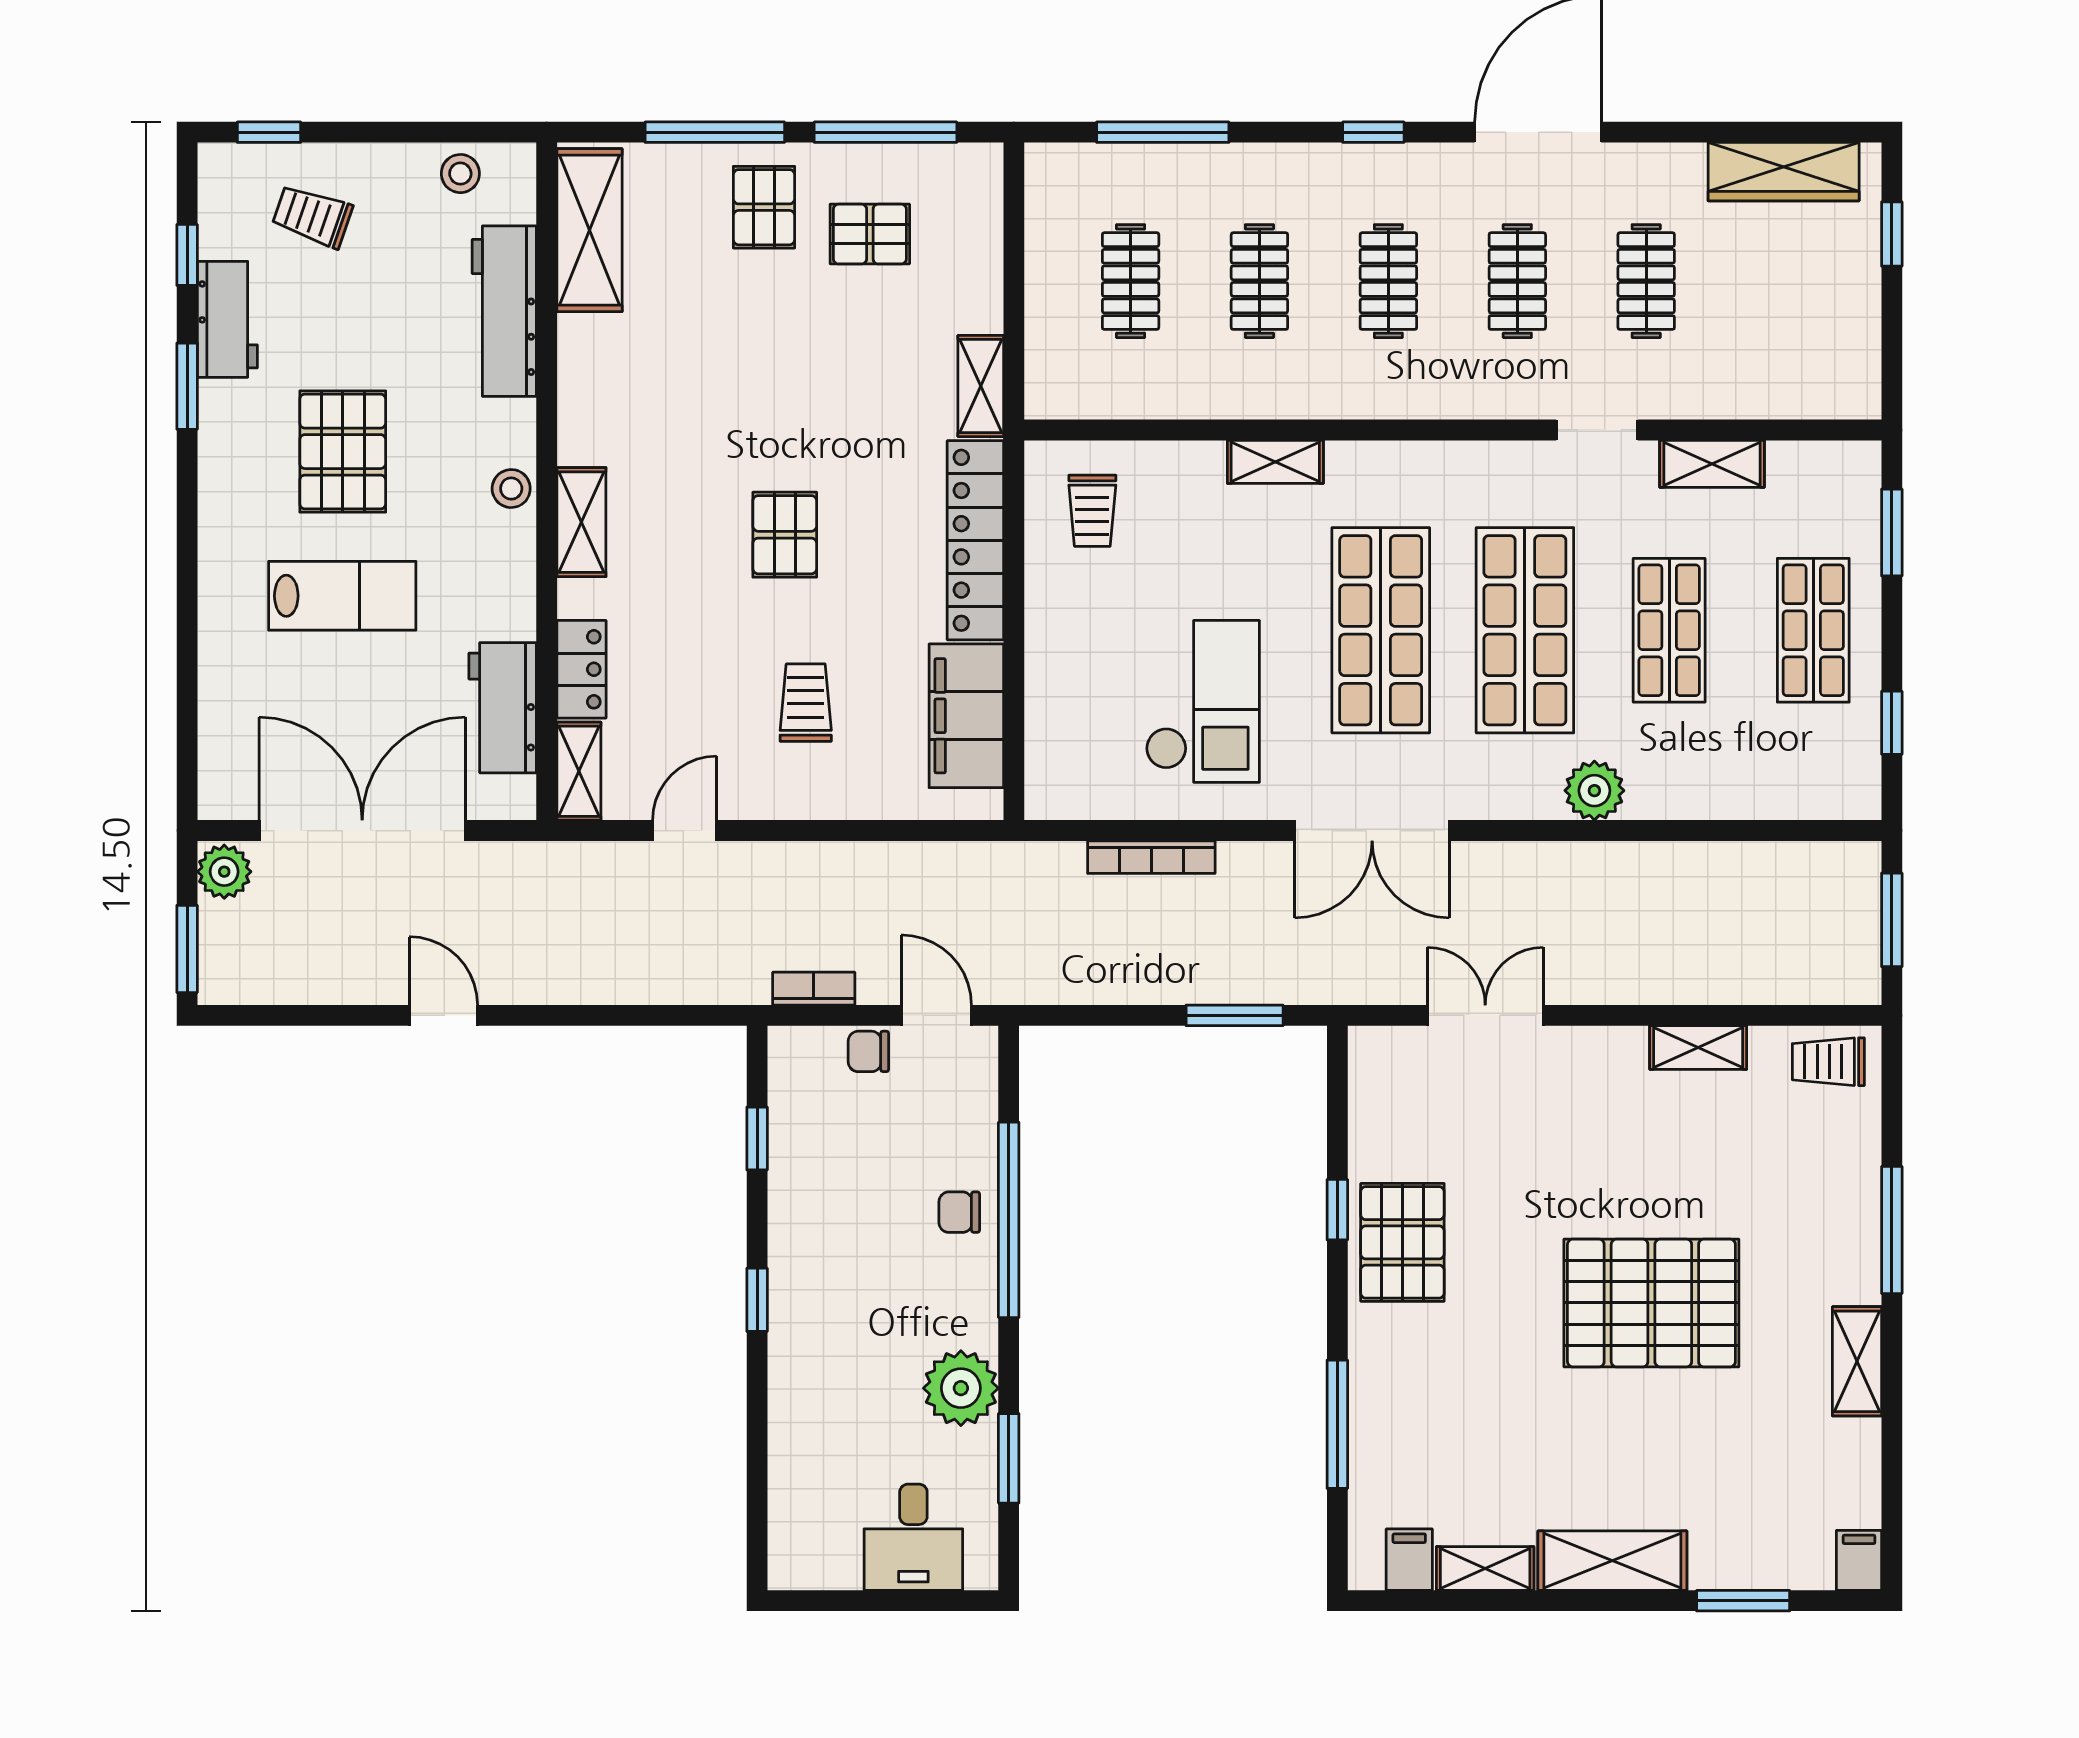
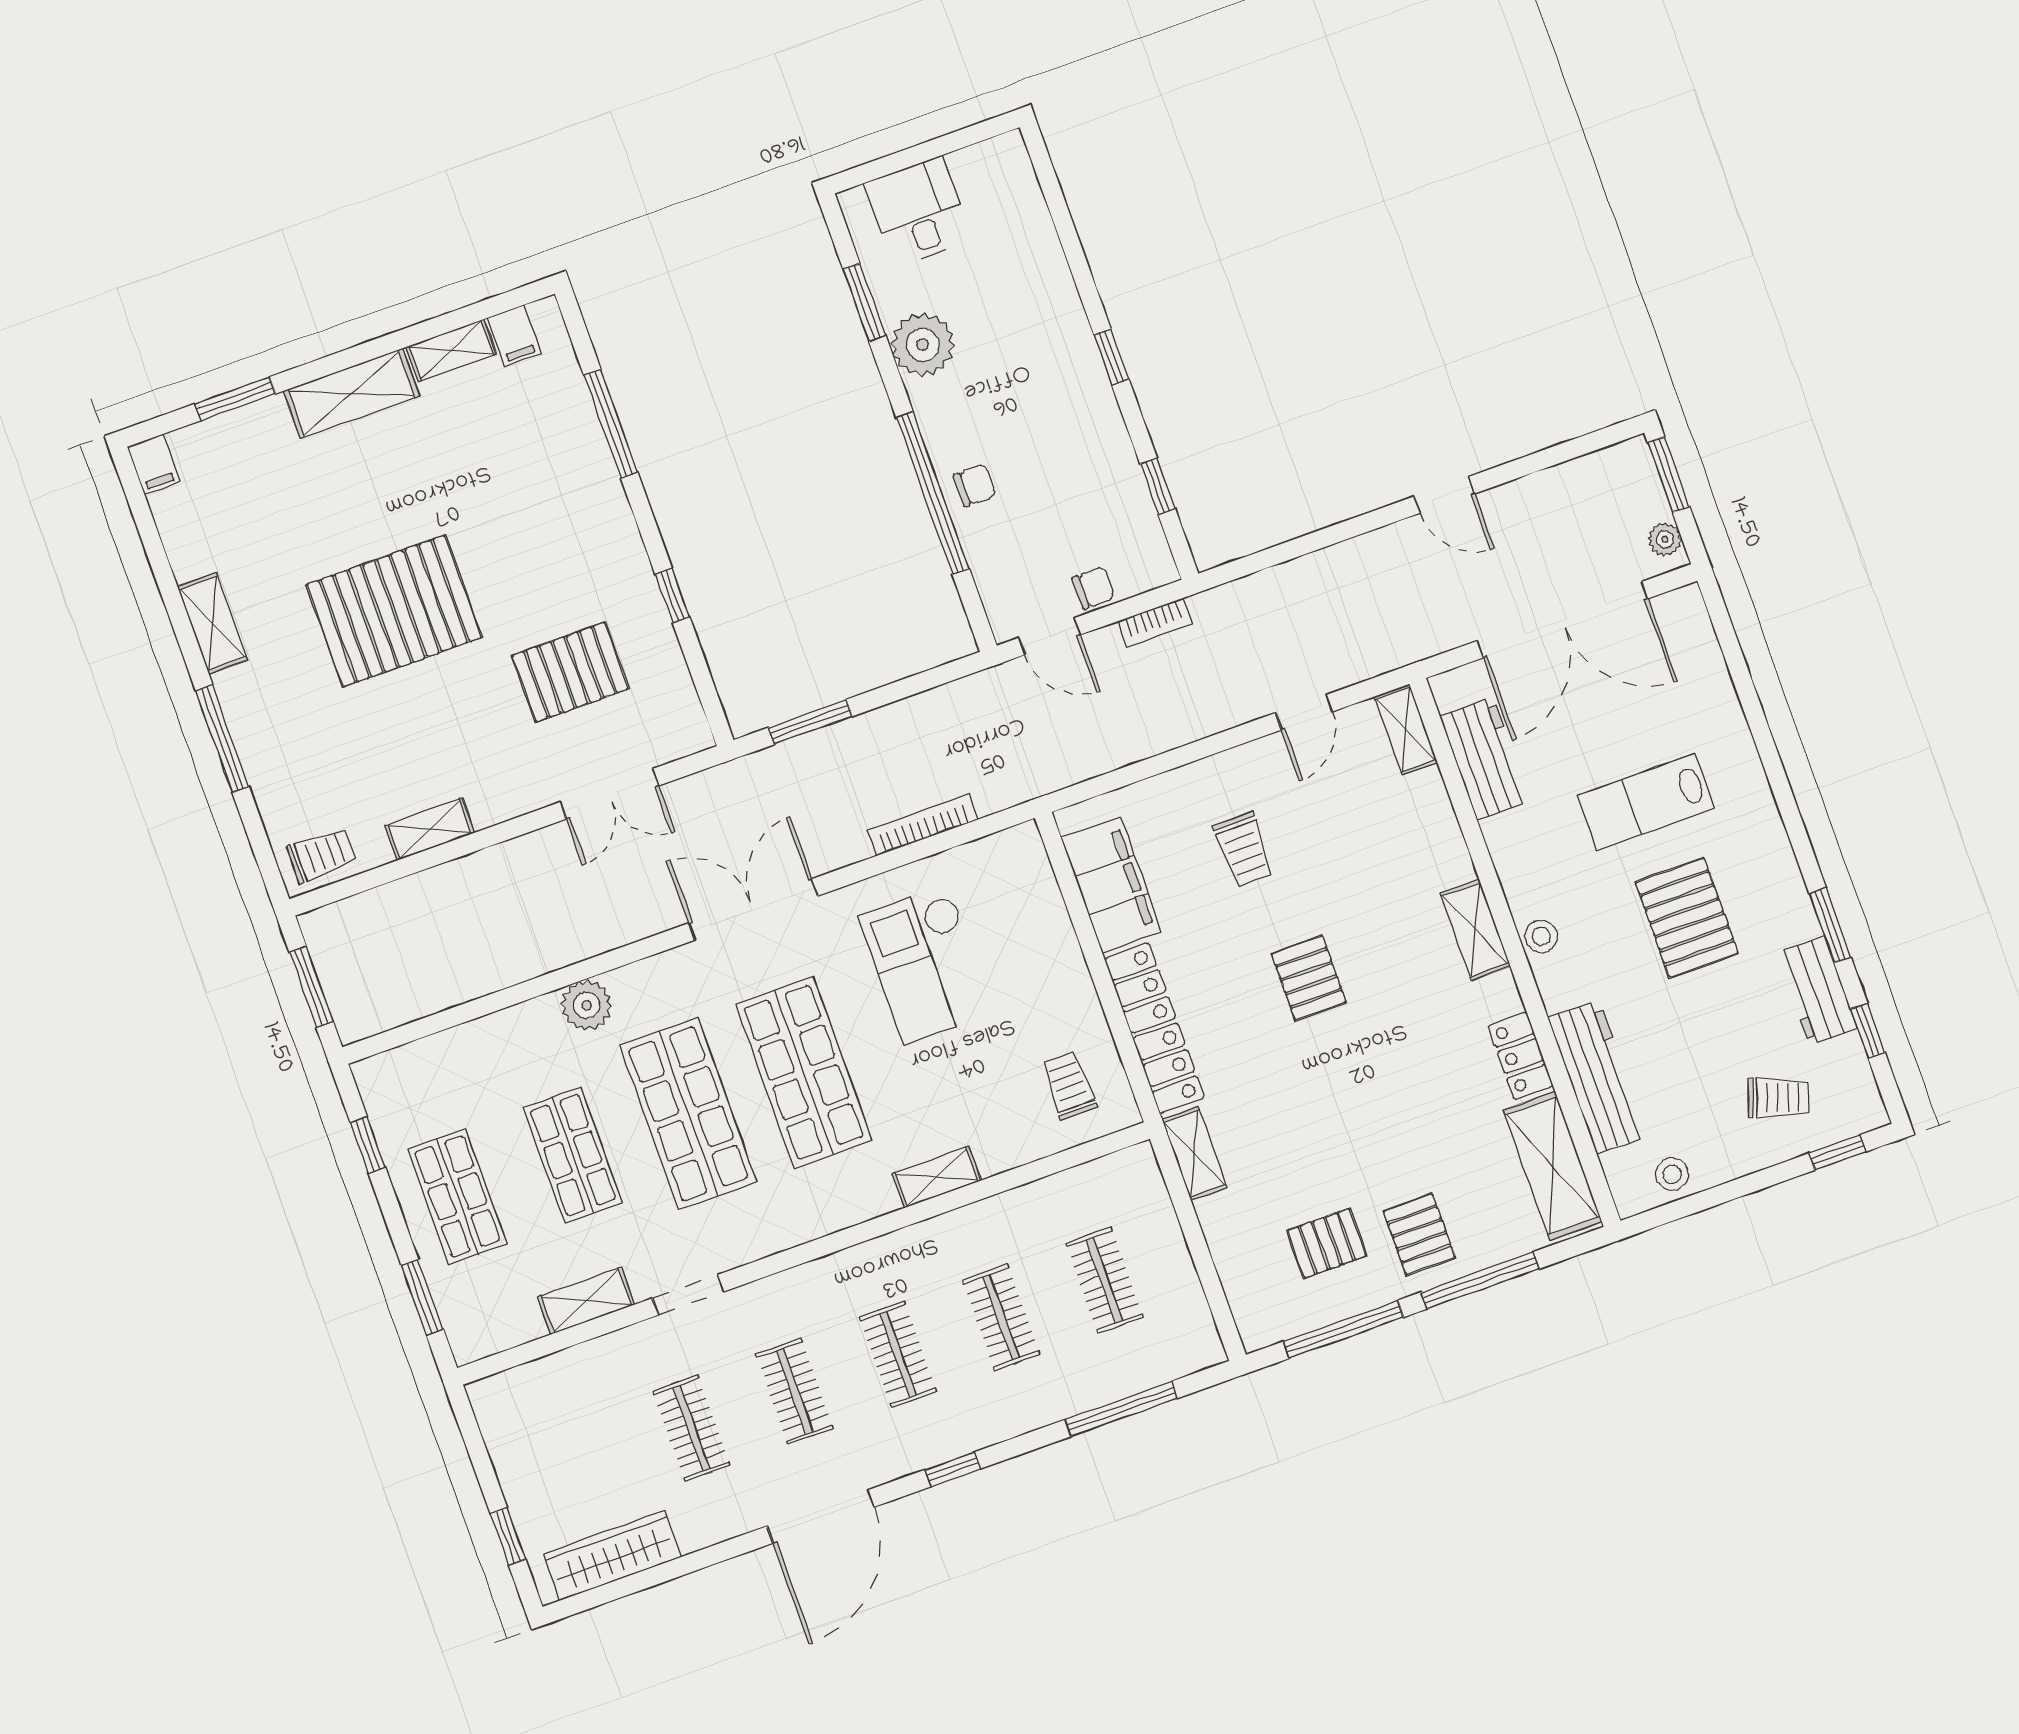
locker: (581, 669) -> (1520, 1056), moved
plant: (224, 872) -> (1665, 539), width x0.73, depth x0.73
pallet: (1402, 1242) -> (570, 672), moved, turned 90

